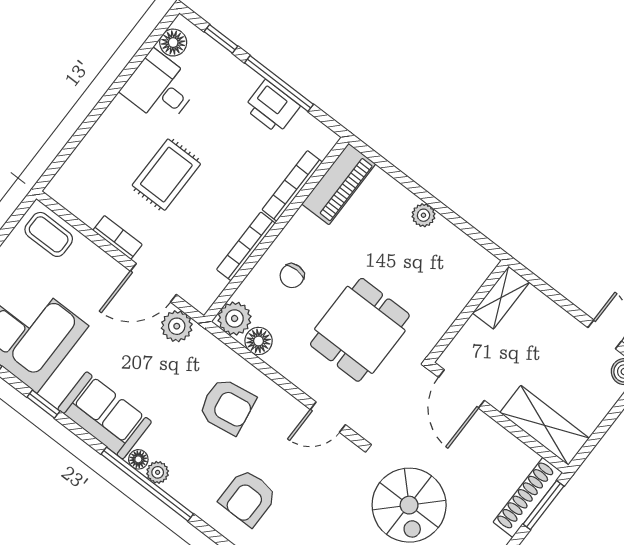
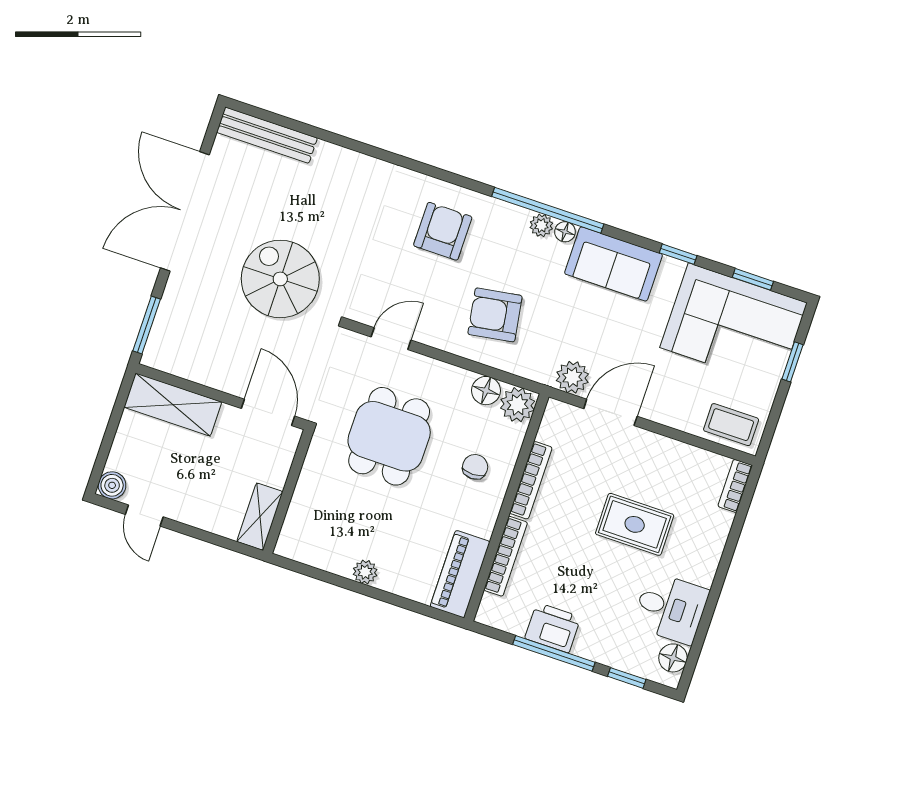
rug: (166, 175) -> (635, 524), turned 90
bookcase: (118, 237) -> (735, 486), moved, turned 90
shoe rack: (528, 497) -> (165, 327), removed

